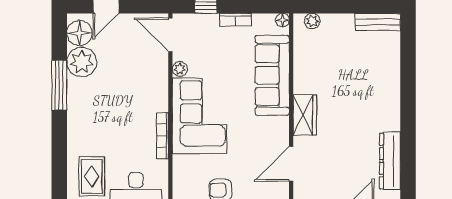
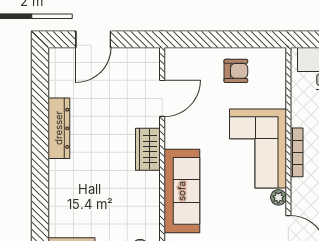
bookcase: (162, 136) -> (297, 152), moved
dresser: (390, 161) -> (59, 128), moved

